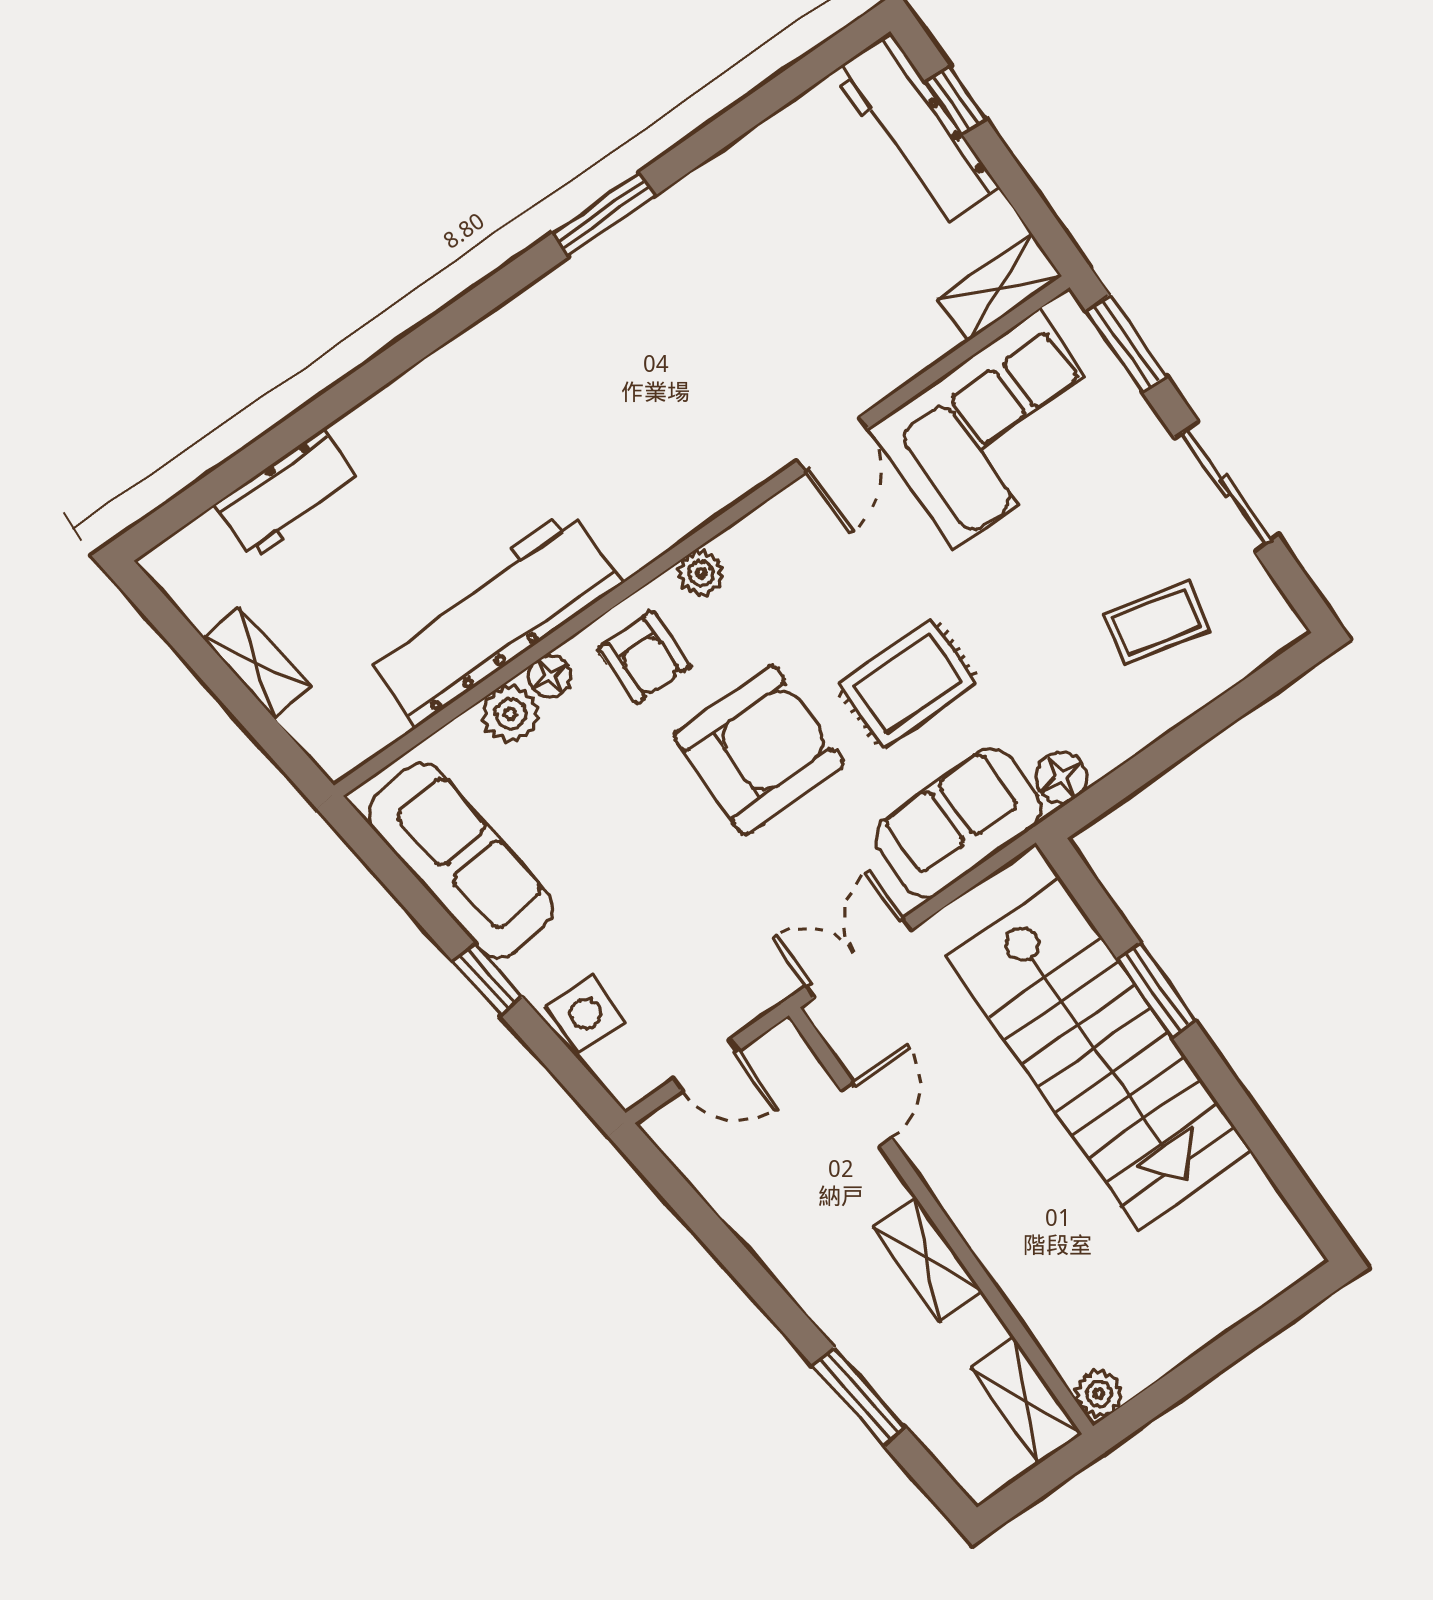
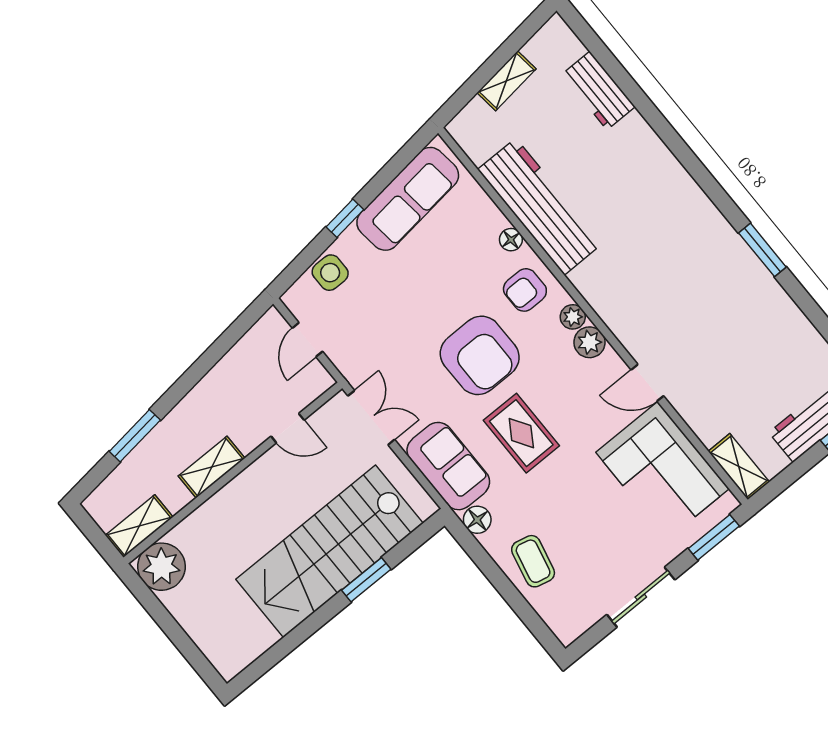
coffee table: (1157, 622) -> (533, 561), moved
plant: (510, 714) -> (590, 342), moved
plant: (1099, 1394) -> (161, 567), width x1.87, depth x1.87

